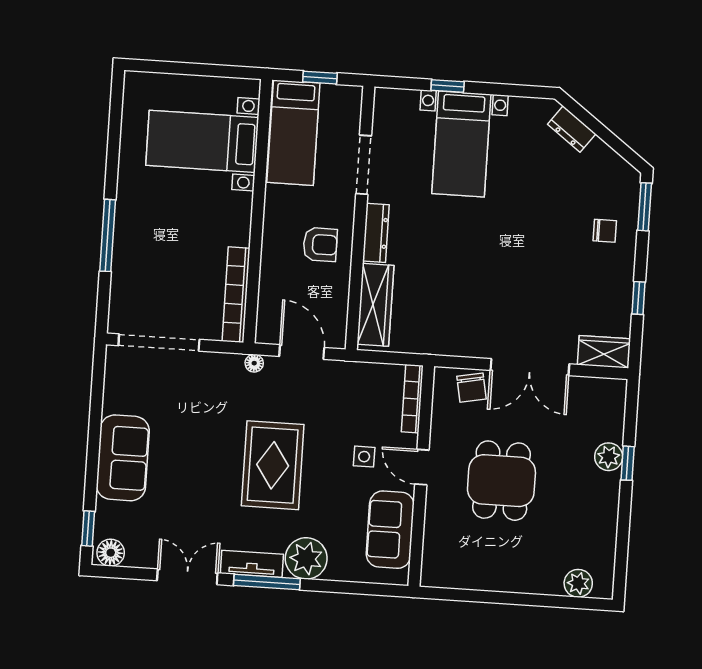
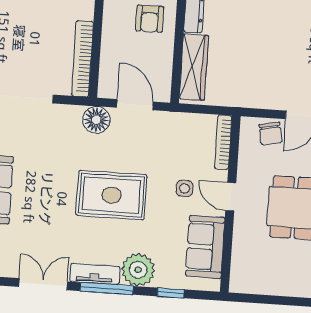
armchair: (320, 244) -> (150, 19), turned 90
floor lamp: (254, 363) -> (96, 120), width x1.89, depth x1.89
rug: (273, 465) -> (111, 195), turned 90
window: (347, 587) -> (171, 293), added

